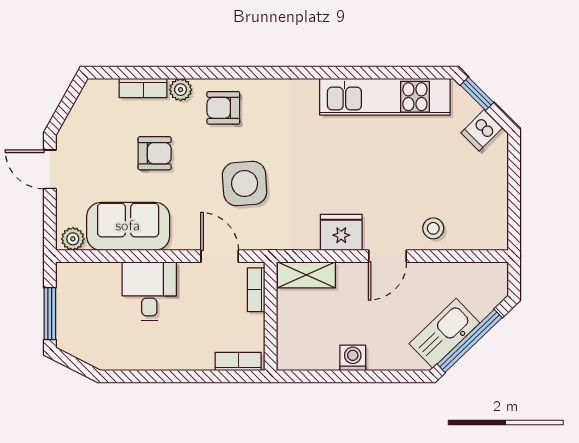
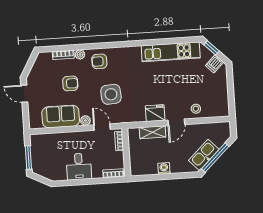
plant: (73, 239) -> (85, 121), moved
shelving: (306, 275) -> (153, 132), moved
desk: (149, 291) -> (79, 167), moved, turned 180

